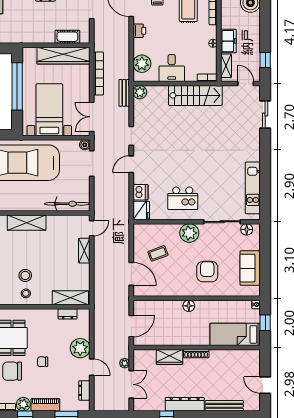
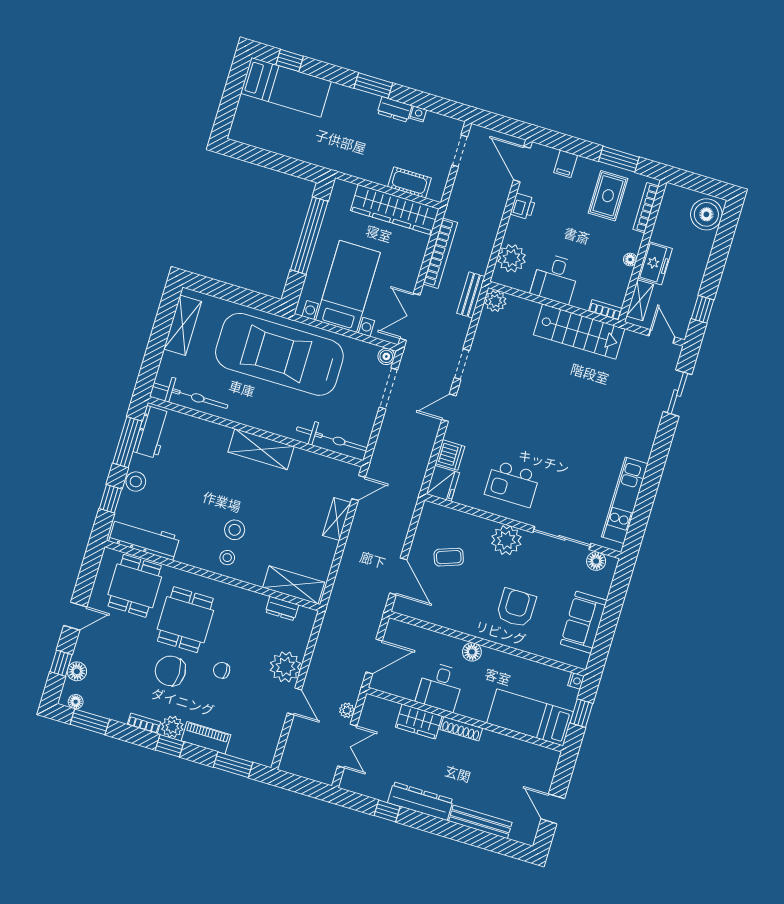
desk: (176, 332) -> (440, 687), added
dresser: (84, 390) -> (272, 734), removed

